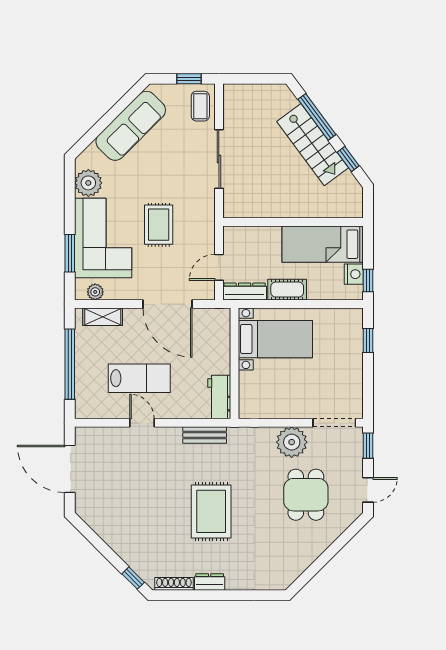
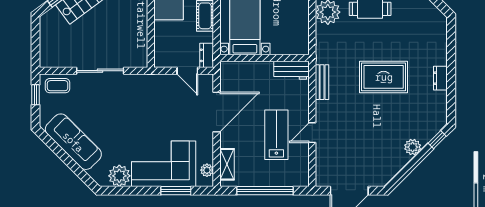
rug: (159, 225) -> (153, 119), removed
dresser: (245, 292) -> (207, 55), width x0.70
plant: (124, 548) -> (413, 147), added
shoe rack: (174, 584) -> (442, 107), removed

